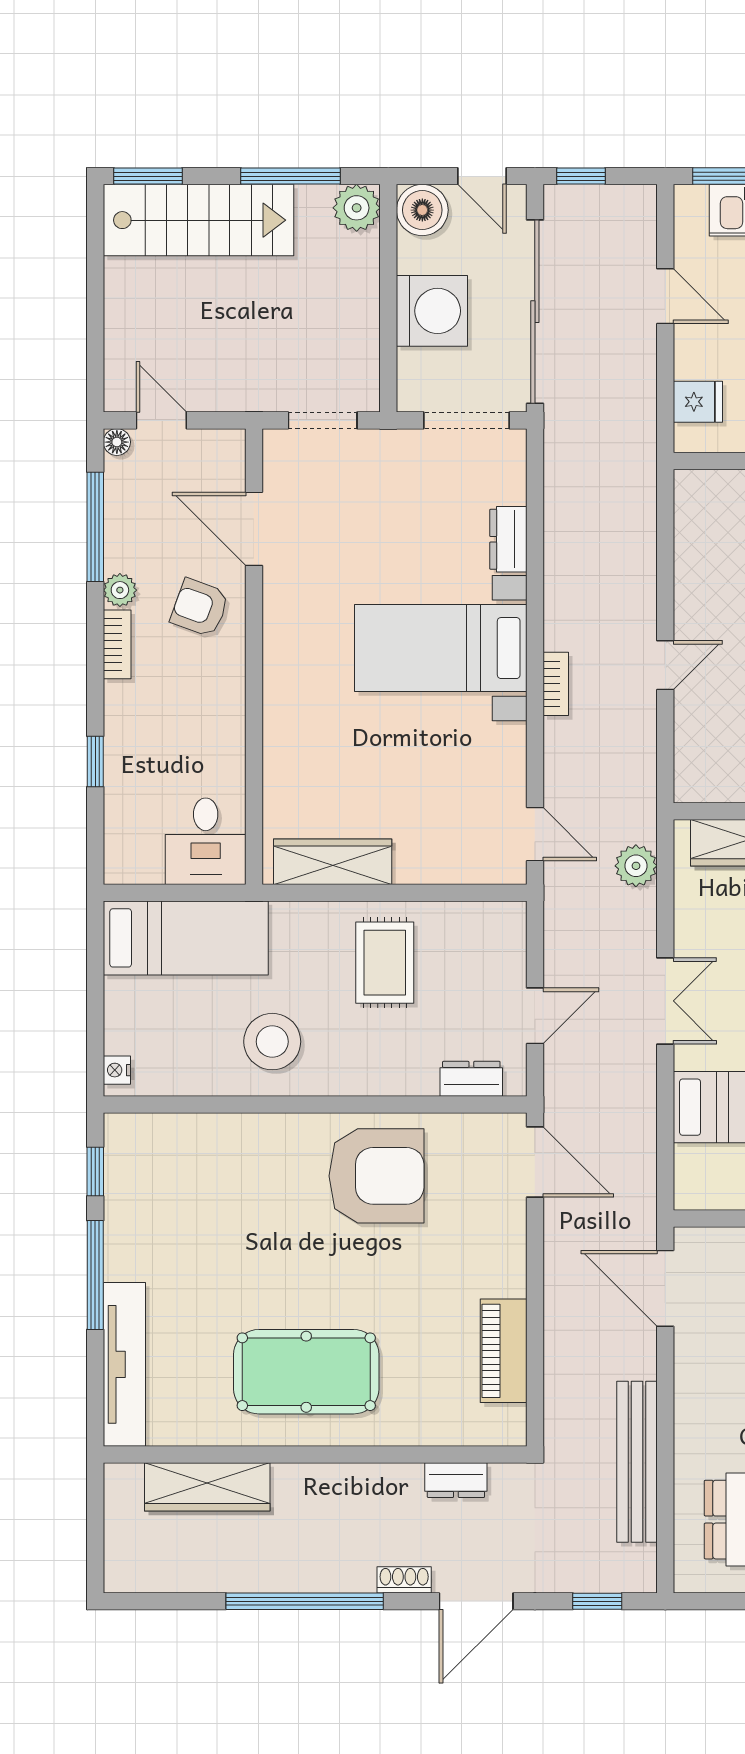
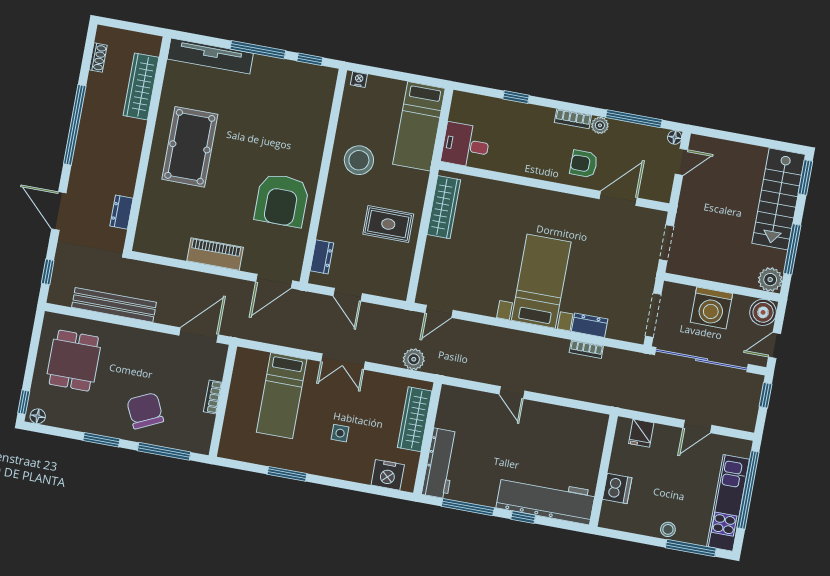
armchair: (200, 608) -> (584, 164), turned -110
bookcase: (556, 684) -> (586, 349), moved
piano: (504, 1351) -> (215, 254), moved
shoe rack: (404, 1580) -> (98, 57), moved

